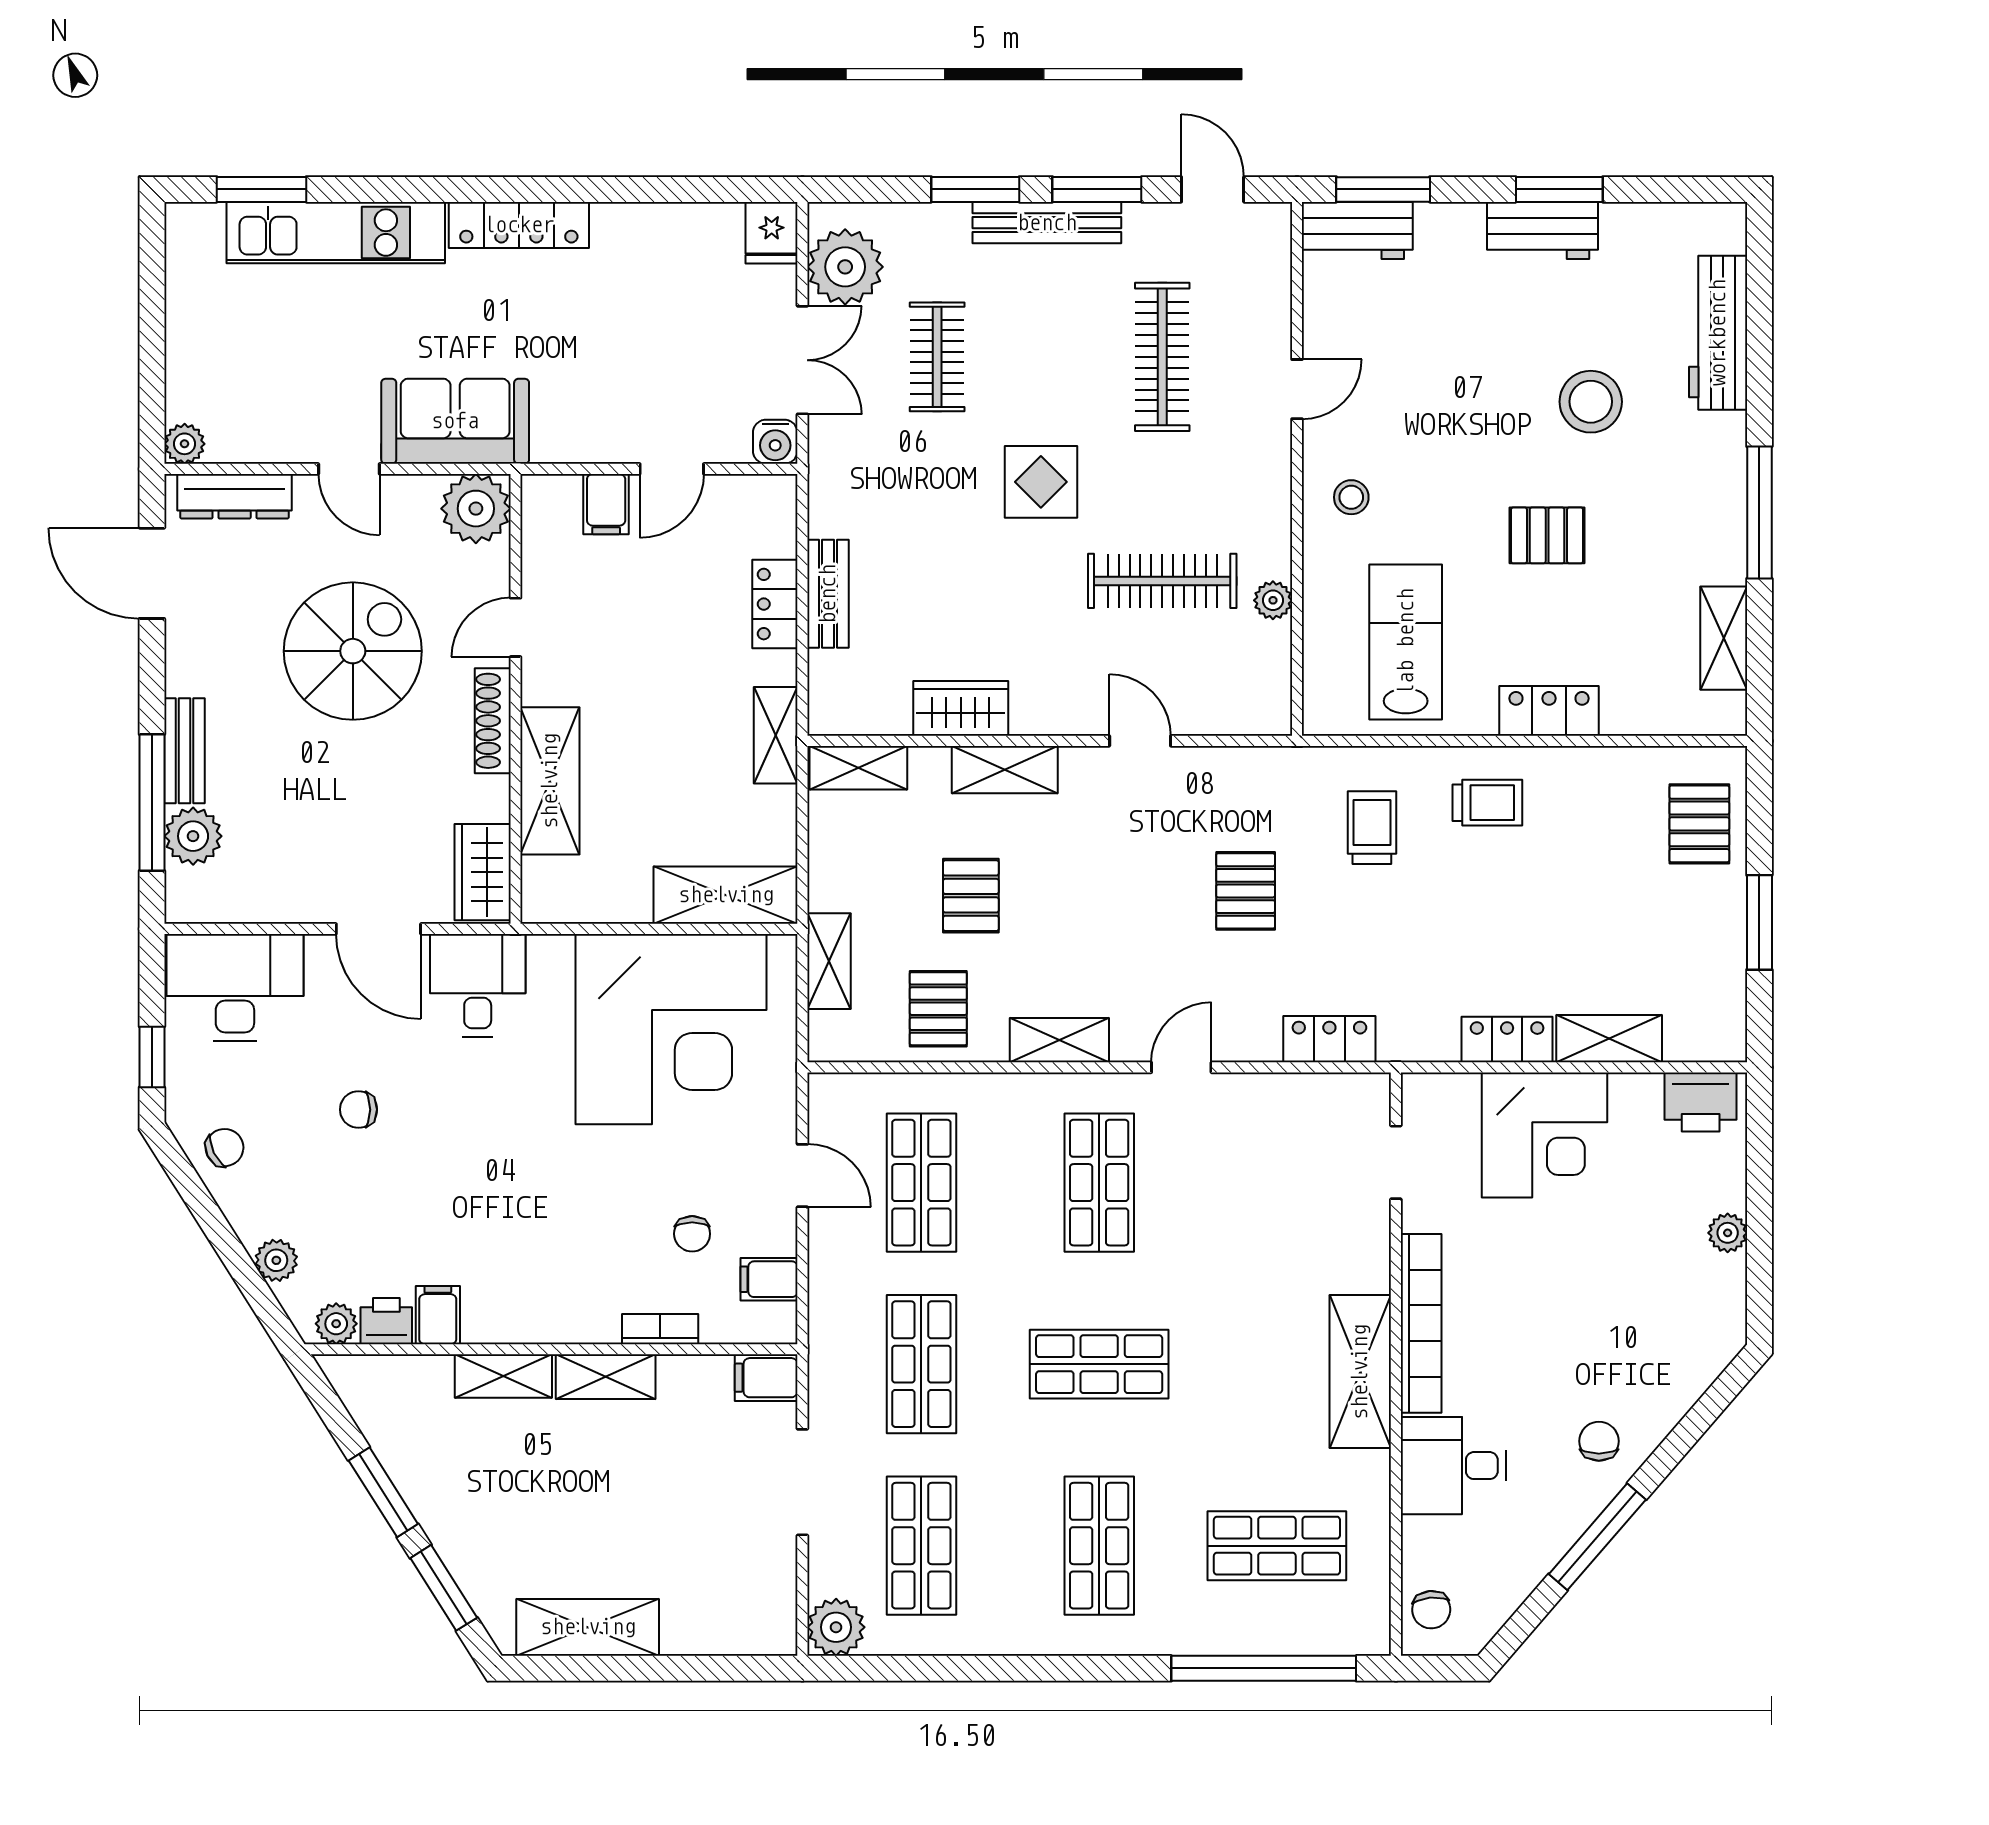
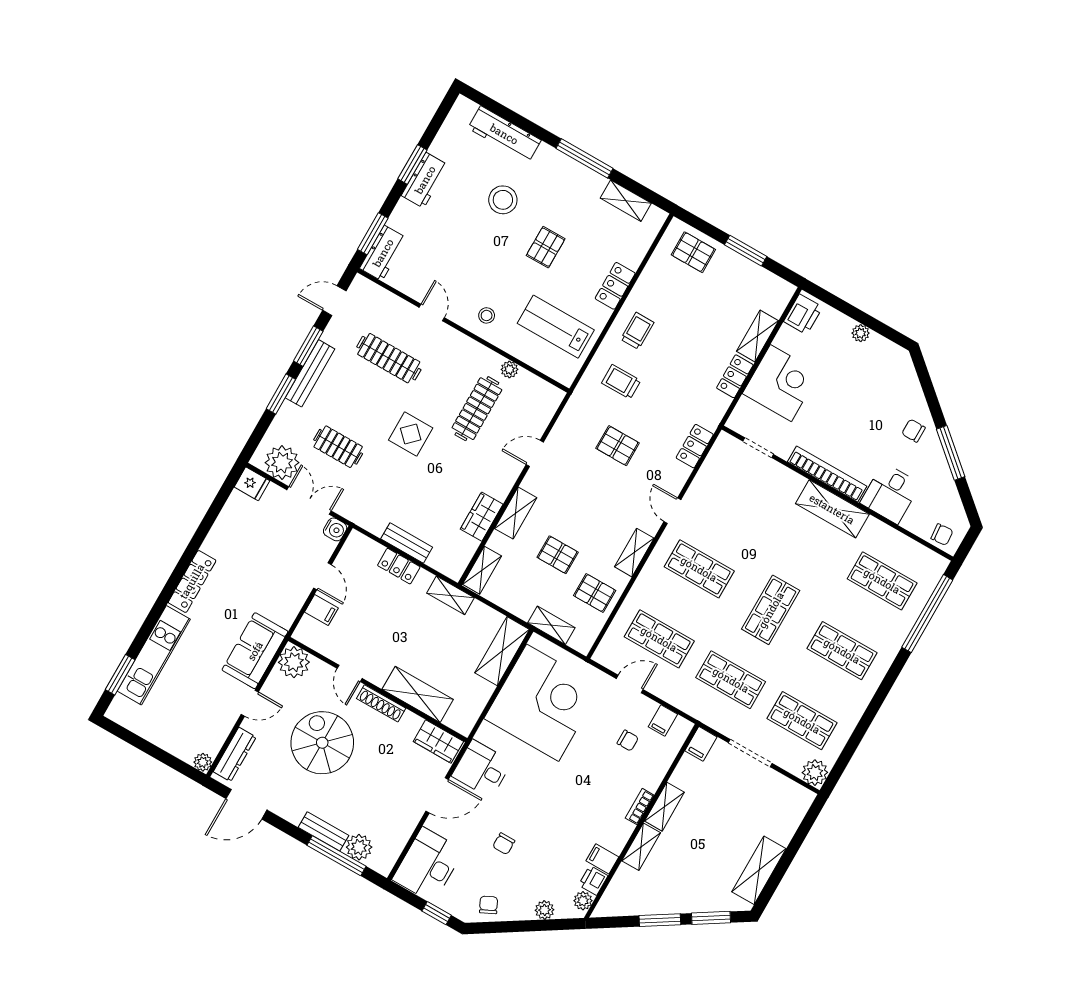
bookcase: (660, 1329) -> (640, 807), moved
shop shelf: (1277, 1546) -> (882, 581), turned 90

